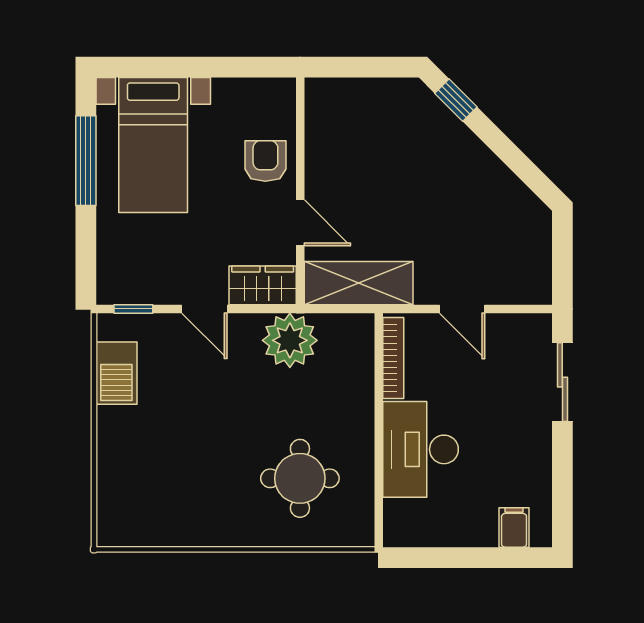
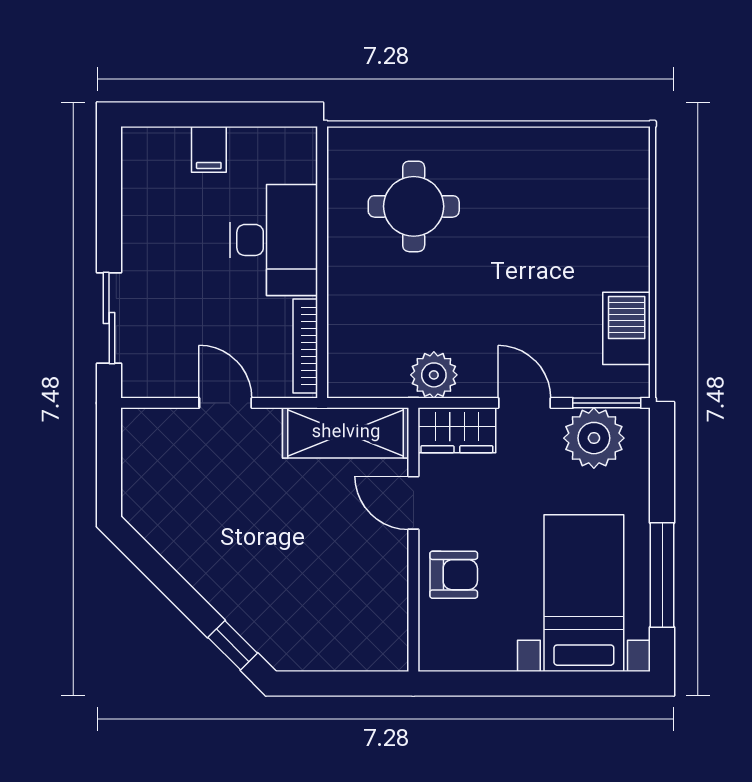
armchair: (265, 161) -> (454, 575), turned -90
plant: (145, 279) -> (594, 438), added
window: (133, 309) -> (607, 403), width x1.50
plant: (290, 340) -> (434, 375), width x0.73, depth x0.73
filing cabinet: (514, 527) -> (209, 149), moved

